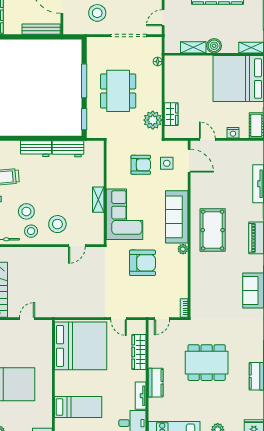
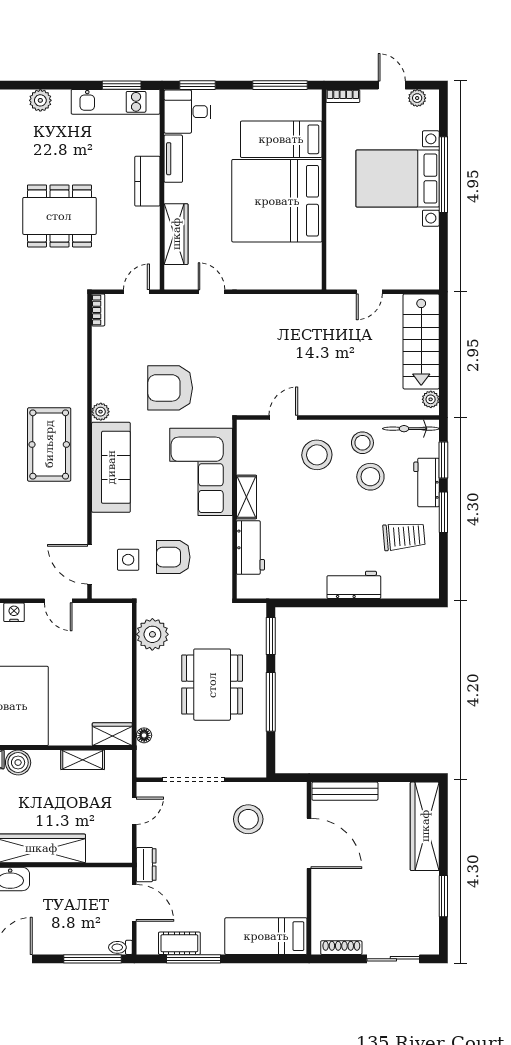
boiler: (214, 46) -> (18, 763), moved
wardrobe: (171, 114) -> (112, 734), moved, turned 90
workbench: (68, 149) -> (251, 548), moved, turned 90
bed: (81, 346) -> (277, 201), moved

